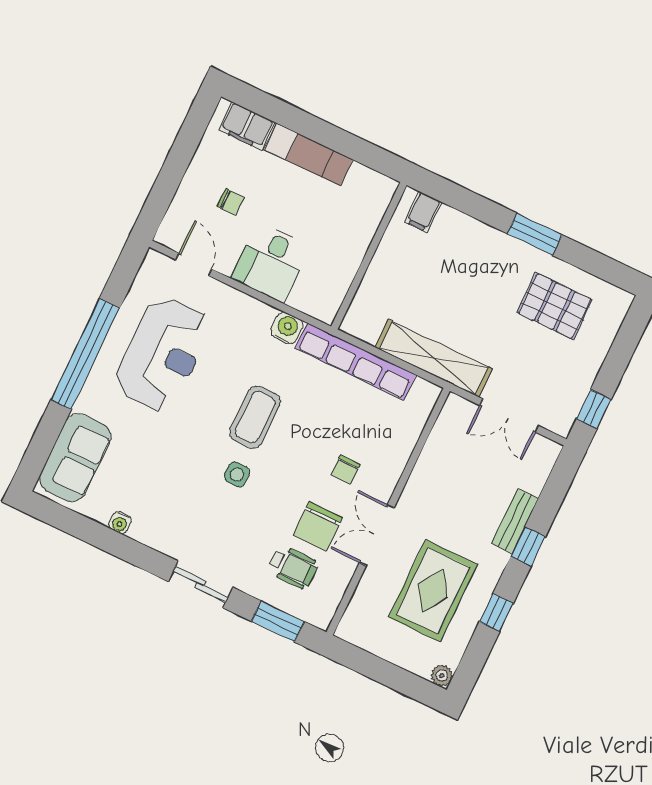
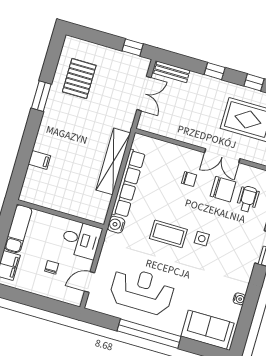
wall: (369, 256) -> (60, 214), moved
shelving: (434, 358) -> (113, 161), moved
bench: (515, 521) -> (172, 72), moved

